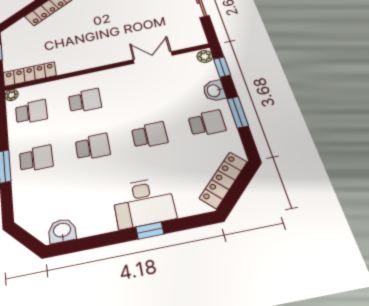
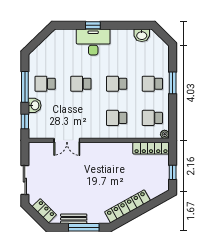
plant: (205, 56) -> (33, 133), removed
window: (238, 112) -> (25, 87), width x1.44
locker: (223, 180) -> (46, 46), removed

